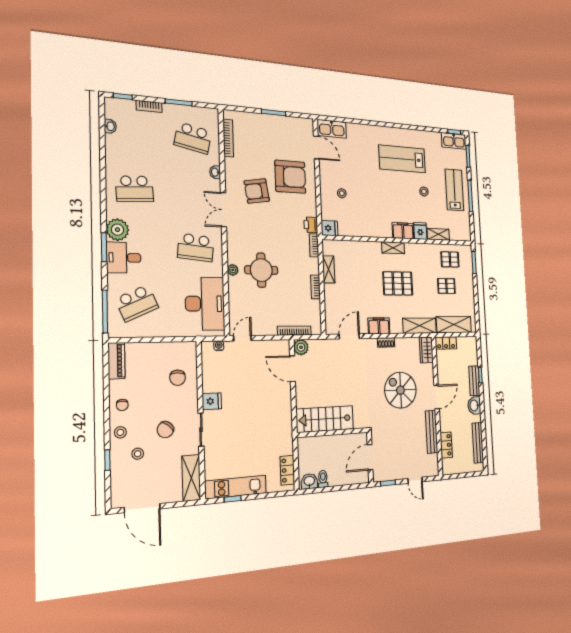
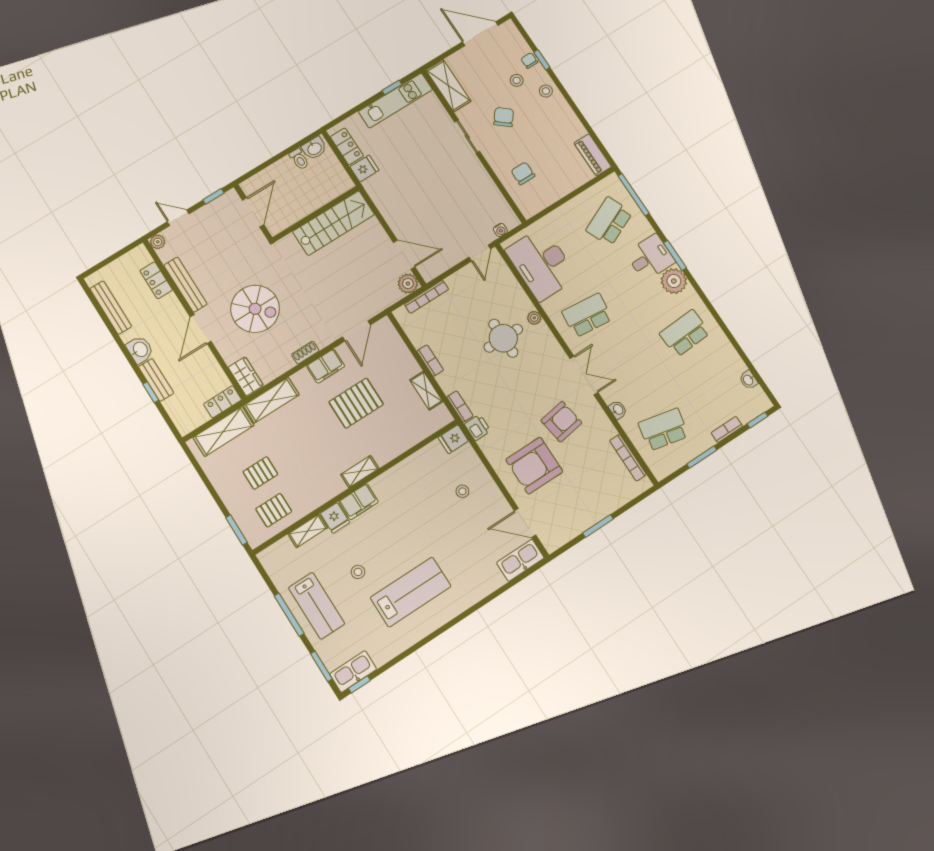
pallet: (398, 283) -> (356, 403), moved
fridge: (212, 401) -> (364, 168), moved, turned 180
chair: (122, 405) -> (529, 61), moved
plant: (434, 471) -> (158, 242), added

